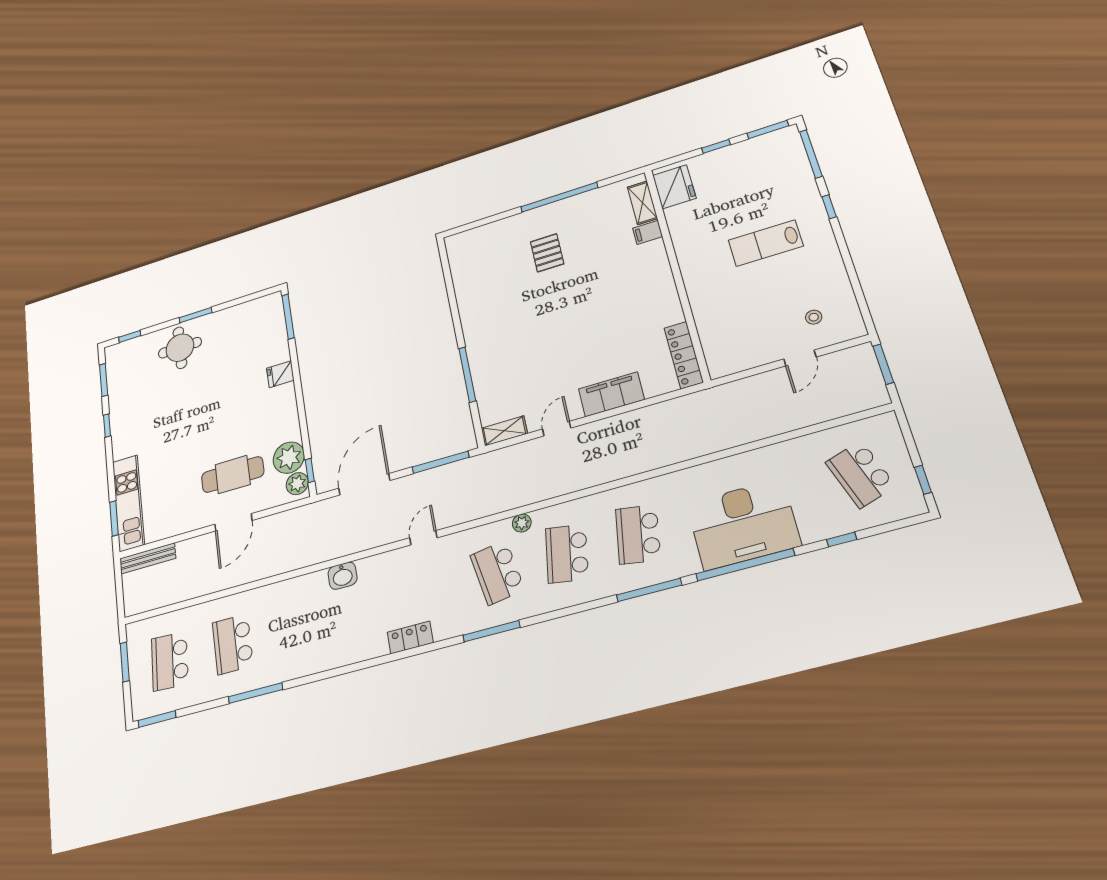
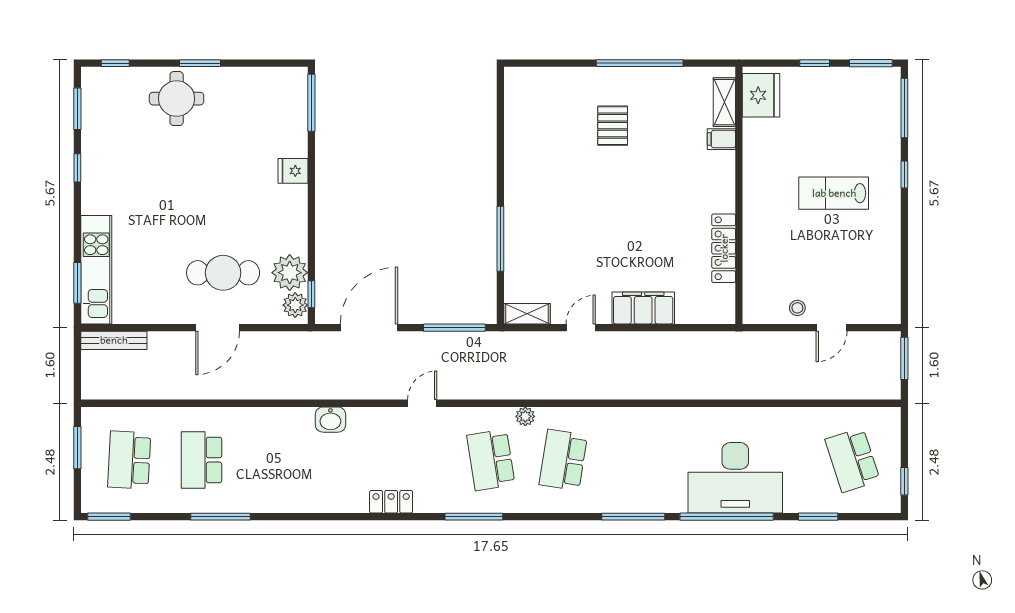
stool: (814, 317) -> (797, 308), moved
locker: (684, 355) -> (724, 248), moved
school desk: (638, 534) -> (636, 460), removed
window: (842, 539) -> (818, 517), width x1.50

